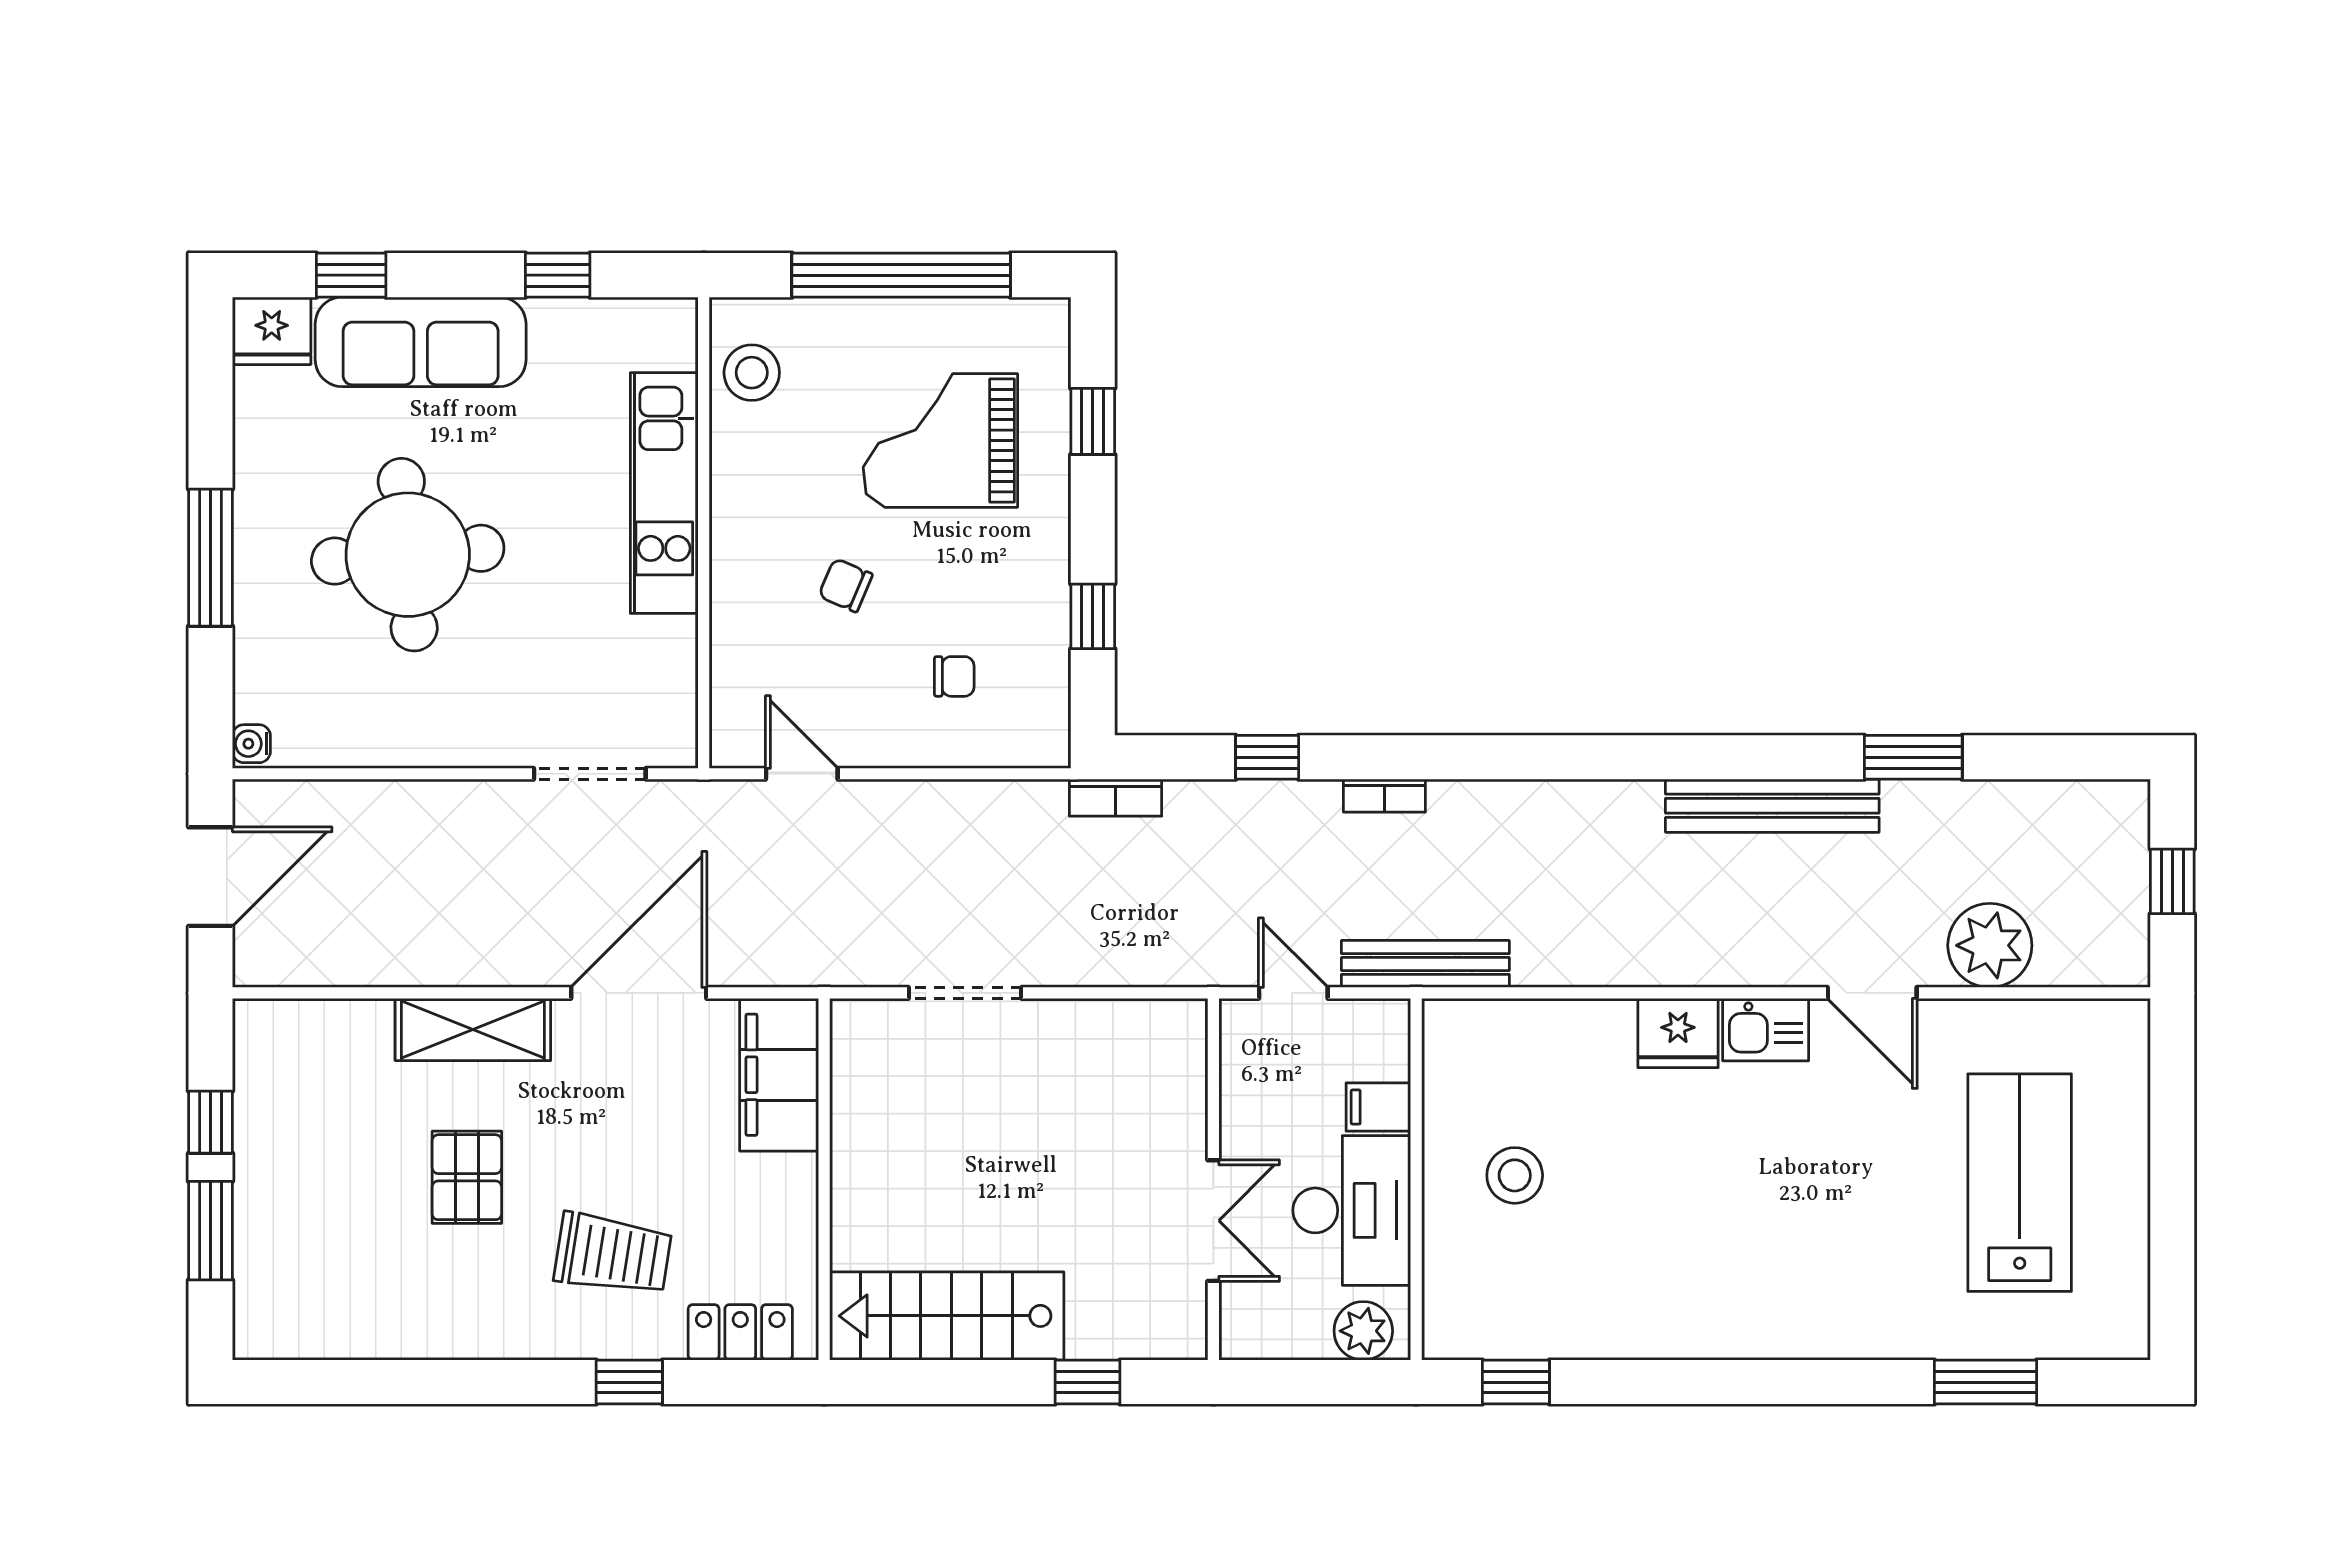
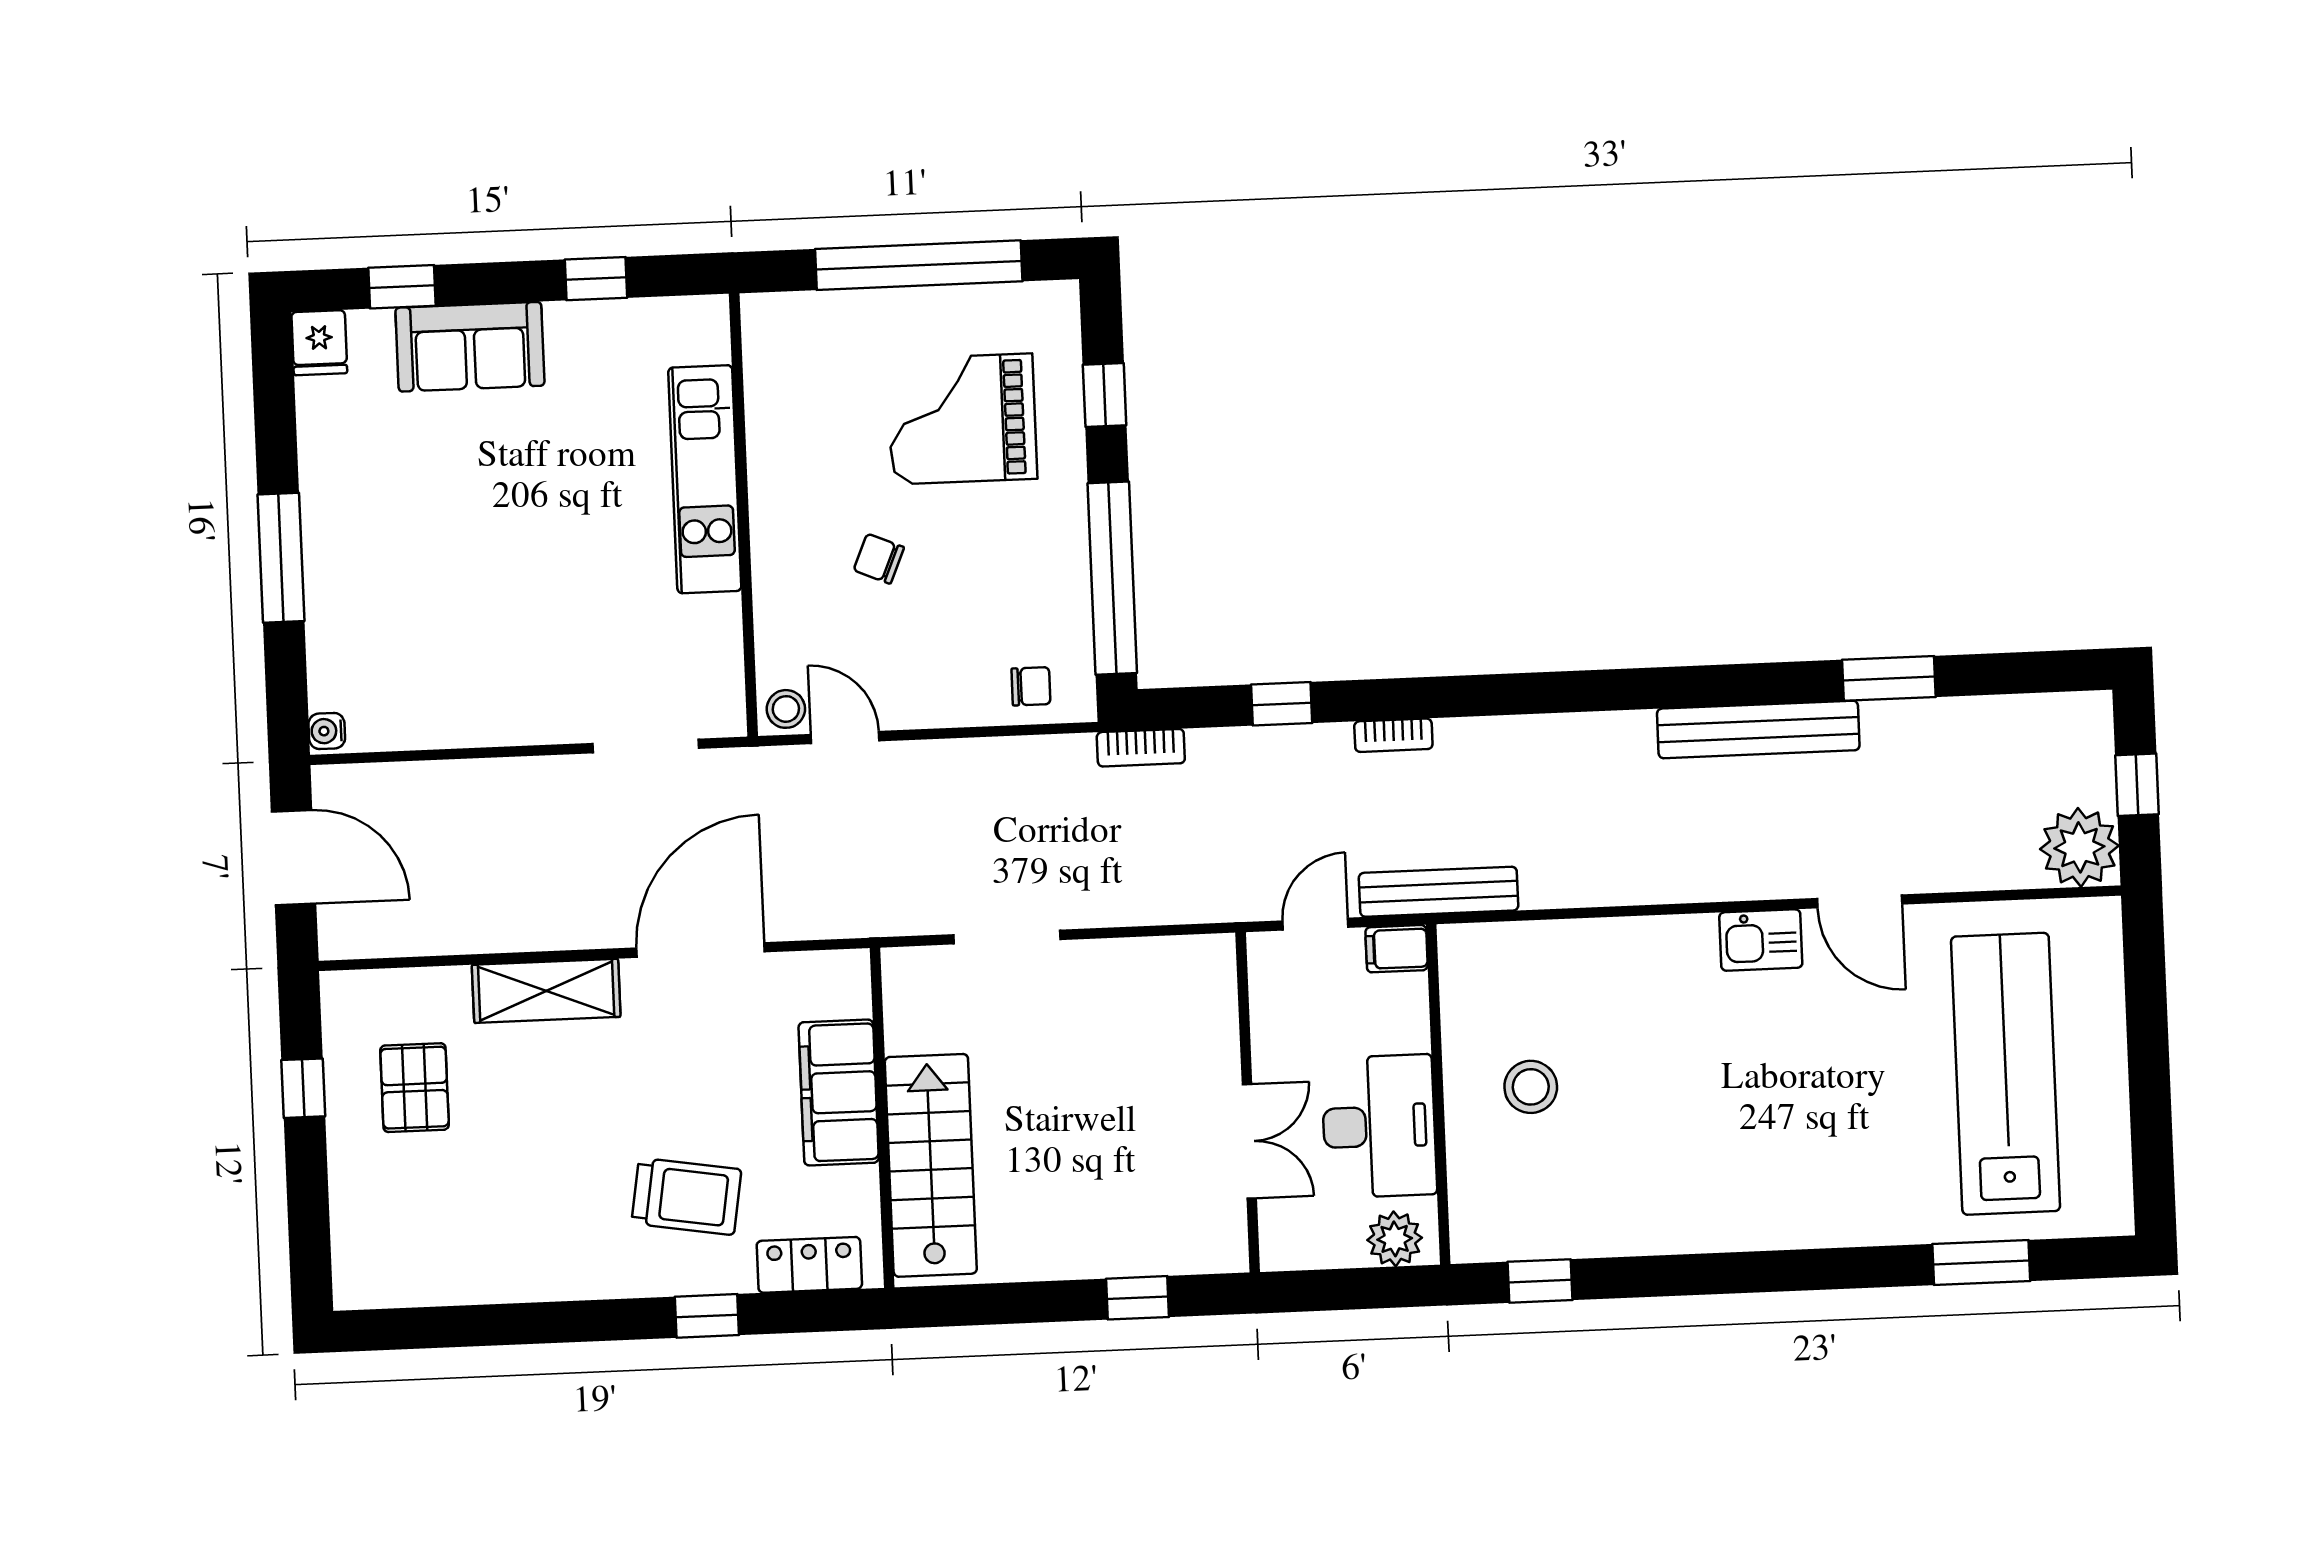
fridge: (272, 331) -> (319, 343), width x0.72
sofa: (421, 342) -> (470, 347), width x0.73
stool: (752, 373) -> (786, 709), moved, width x0.73, depth x0.73
round table: (408, 555) -> (466, 547), removed
window: (1093, 616) -> (1112, 578), width x3.17
chair: (954, 676) -> (1031, 686), moved
door: (210, 877) -> (294, 858), hinge flipped
plant: (1990, 945) -> (2079, 847), moved
door: (1293, 993) -> (1315, 924), hinge flipped
fridge: (1678, 1033) -> (1679, 947), removed
filing cabinet: (779, 1075) -> (839, 1092), moved
filing cabinet: (1378, 1107) -> (1397, 949), moved
pallet: (467, 1177) -> (415, 1088), moved
lab bench: (2020, 1183) -> (2006, 1074), width x1.36
window: (210, 1231) -> (307, 1190), removed
stairs: (947, 1316) -> (931, 1165), moved, turned 90

